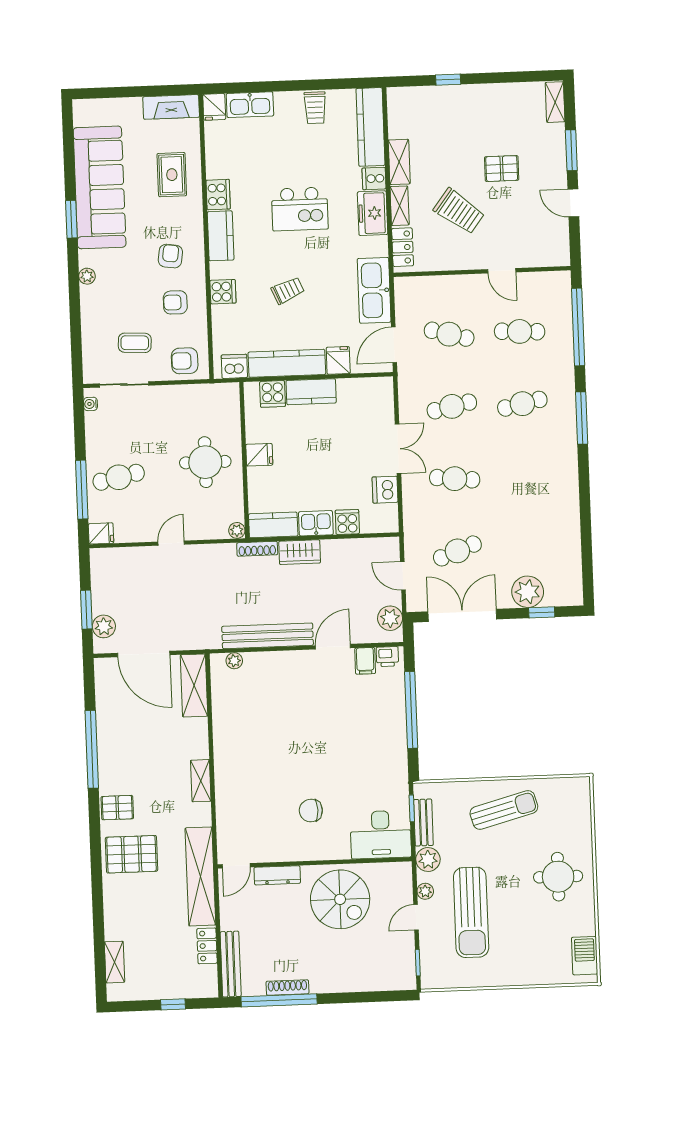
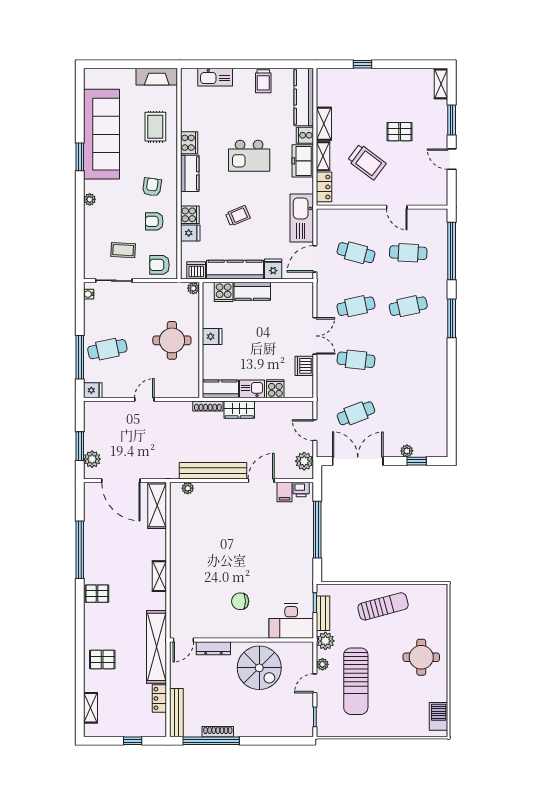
fridge: (214, 107) -> (190, 233), moved, turned -90
plant: (237, 530) -> (193, 288), moved
plant: (528, 592) -> (407, 451), width x0.53, depth x0.53
pallet: (131, 854) -> (102, 659), moved, width x0.67, depth x0.71

